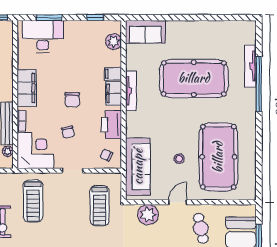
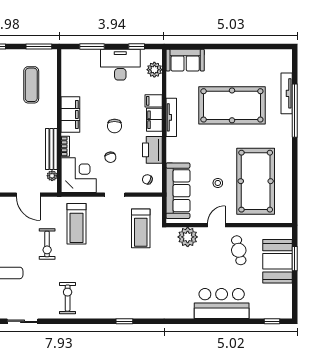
desk: (43, 36) -> (120, 65), moved

